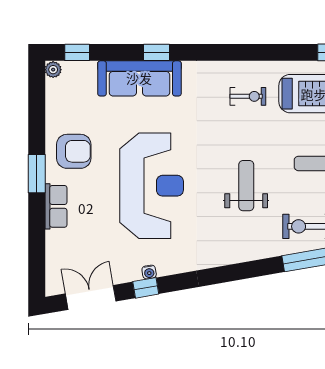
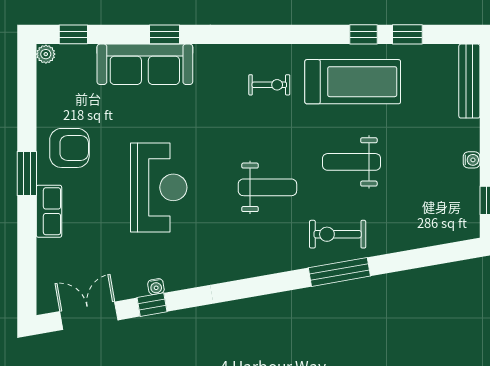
reception desk: (152, 186) -> (159, 187), width x0.74, depth x0.77
weight bench: (246, 186) -> (267, 187), turned 90

